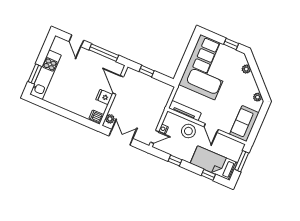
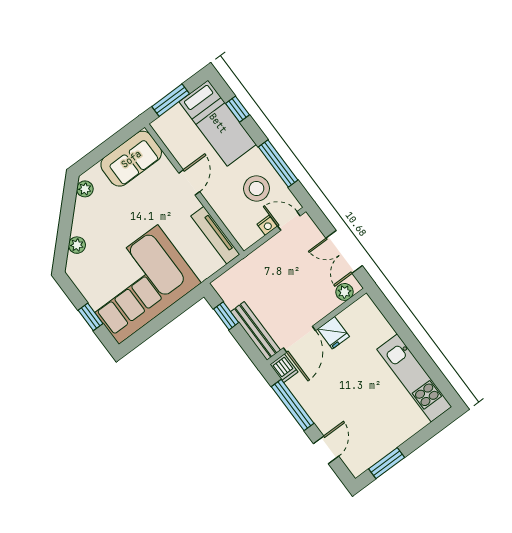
window: (231, 44) -> (90, 317), moved
window: (147, 71) -> (226, 316), moved
window: (35, 74) -> (387, 463), moved
kitchen unit: (45, 75) -> (414, 378), moved, turned -90
bench: (141, 77) -> (256, 331), added
dishwasher: (96, 117) -> (284, 368), moved
stool: (188, 131) -> (257, 188), moved
window: (175, 161) -> (278, 164), width x2.17

